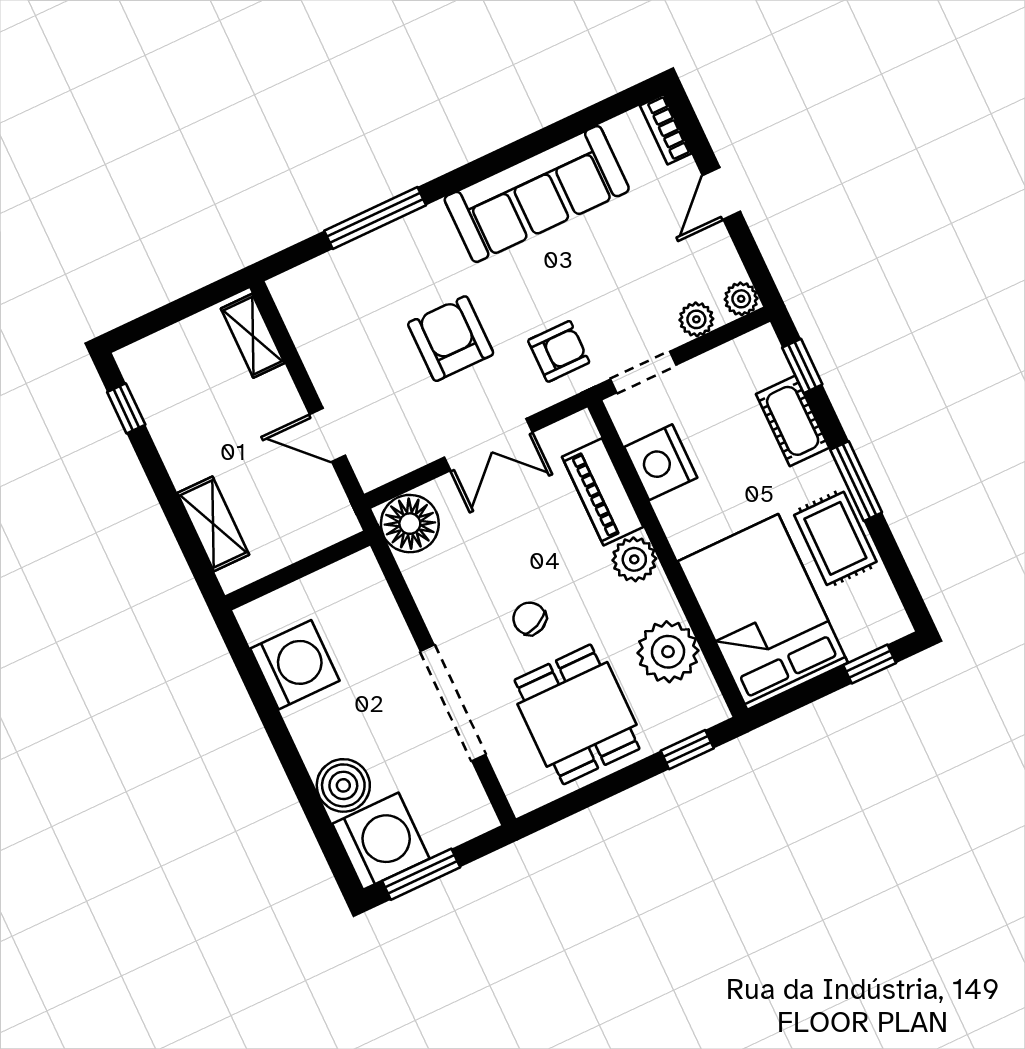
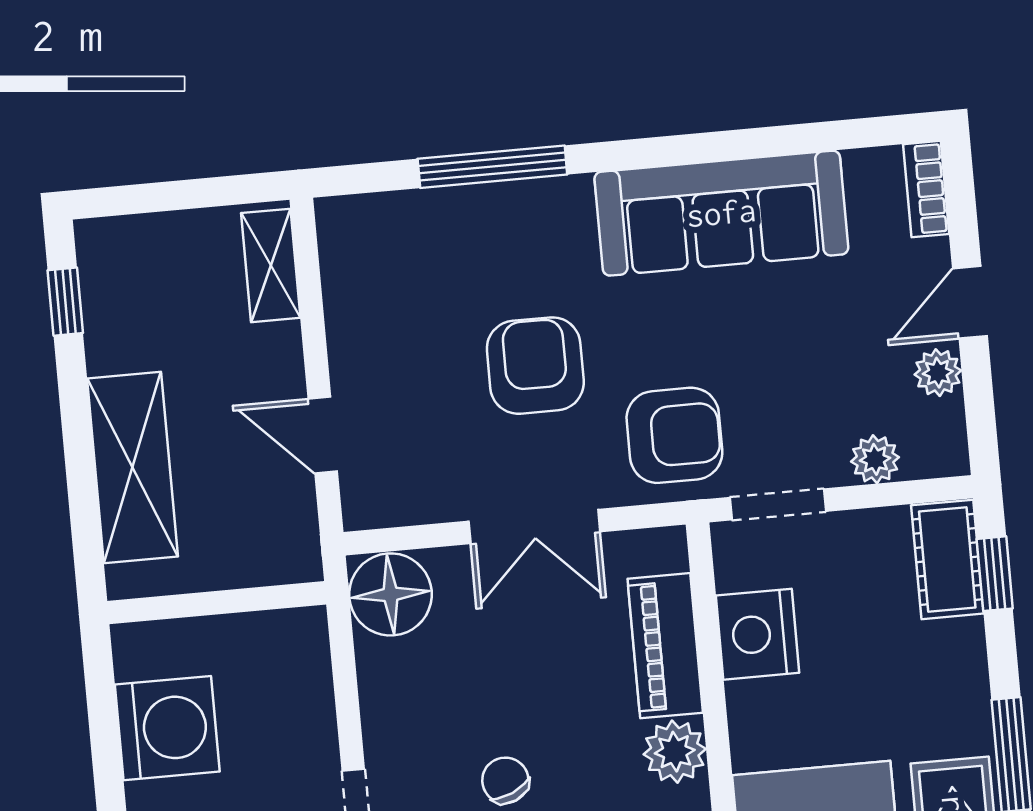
plant: (741, 299) -> (938, 373), moved
armchair: (559, 351) -> (674, 435), width x1.38, depth x1.38
cot: (793, 421) -> (947, 559), moved
shelving: (213, 524) -> (132, 467), width x1.50, depth x1.33

